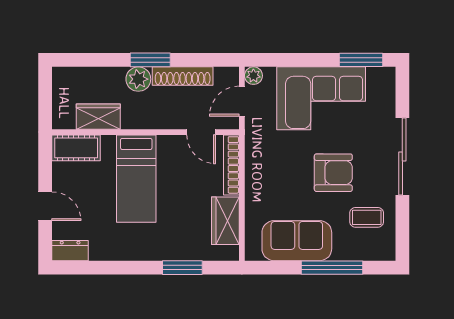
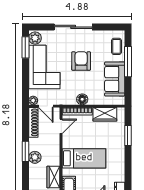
shoe rack: (183, 76) -> (33, 122), moved
plant: (380, 79) -> (35, 38), added
floor lamp: (256, 175) -> (82, 99), added
coffee table: (367, 217) -> (116, 46), moved

